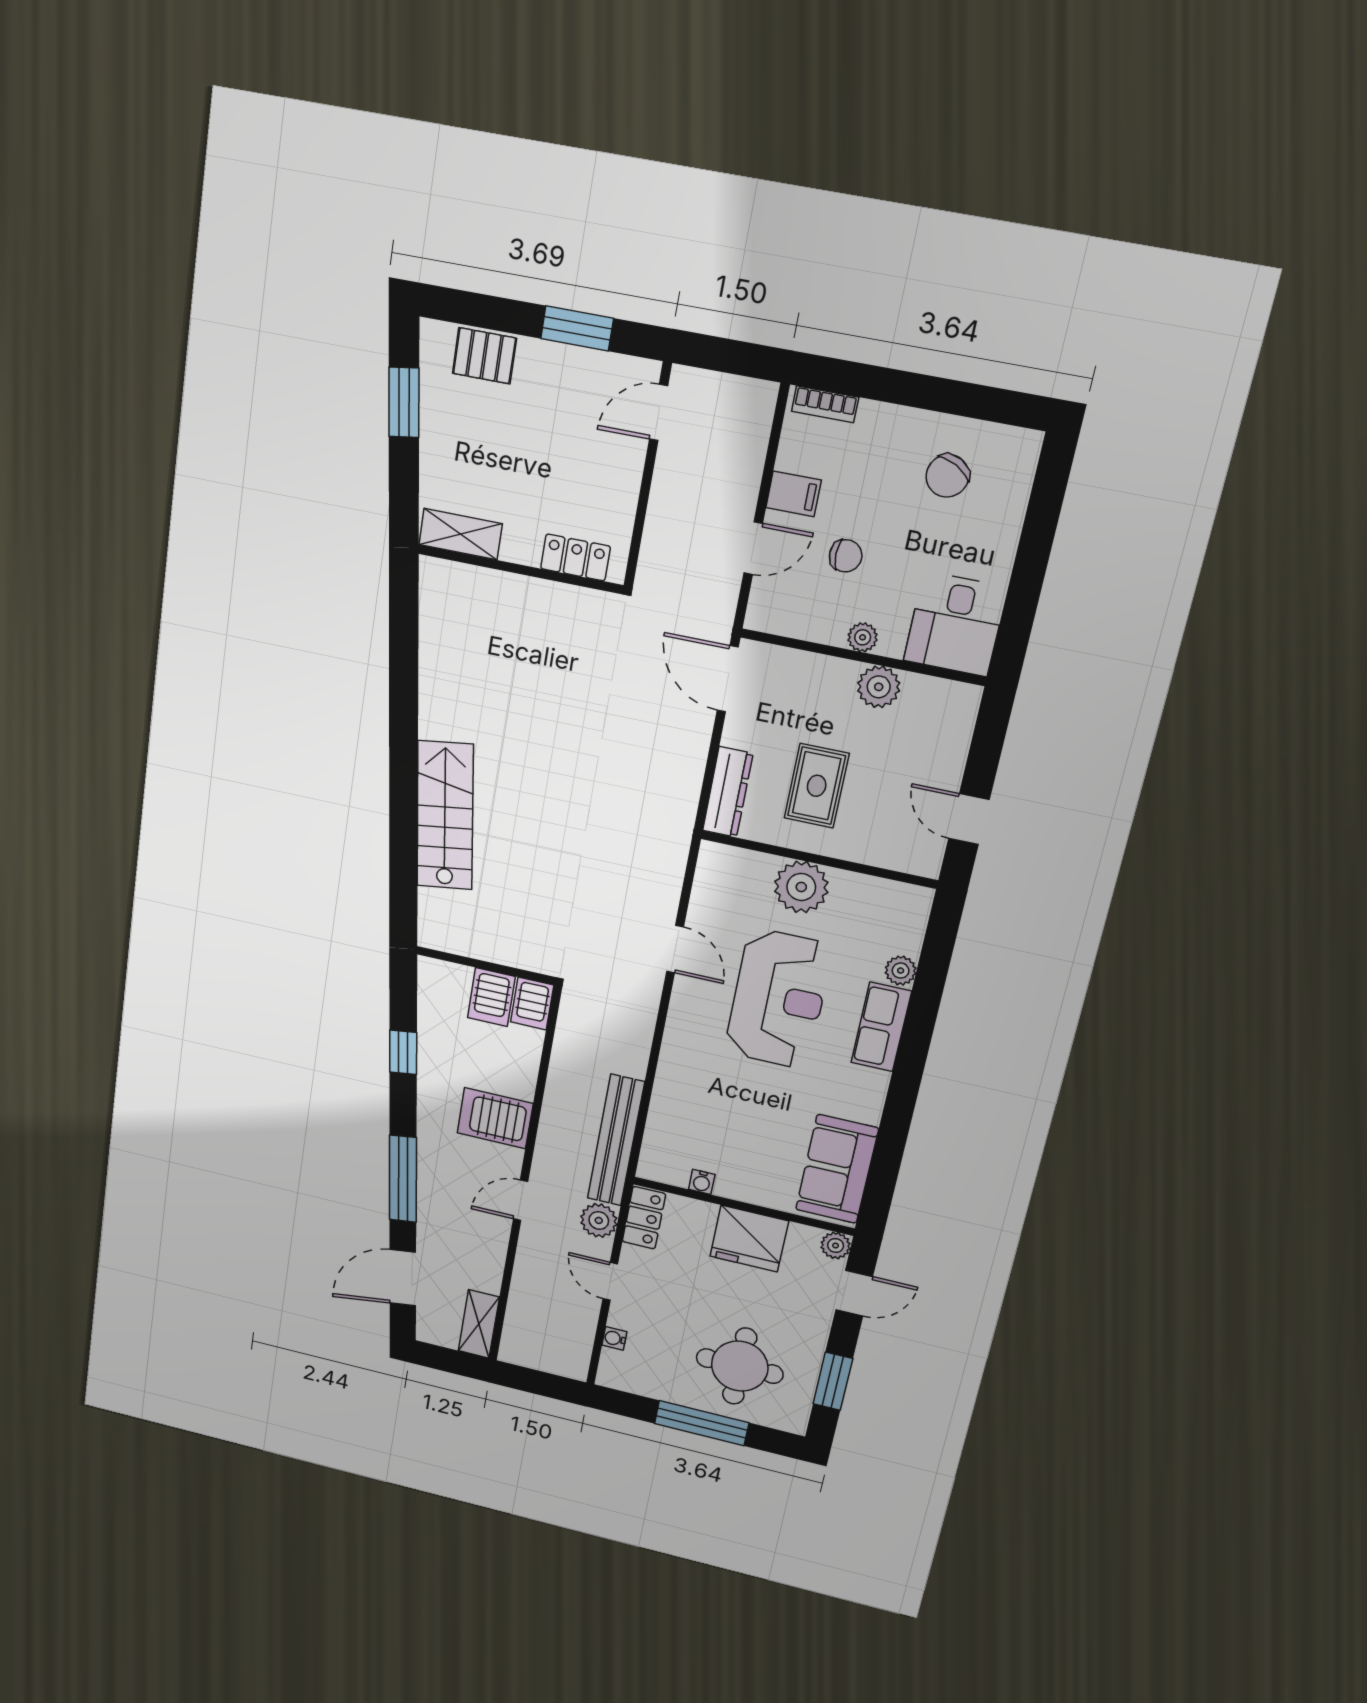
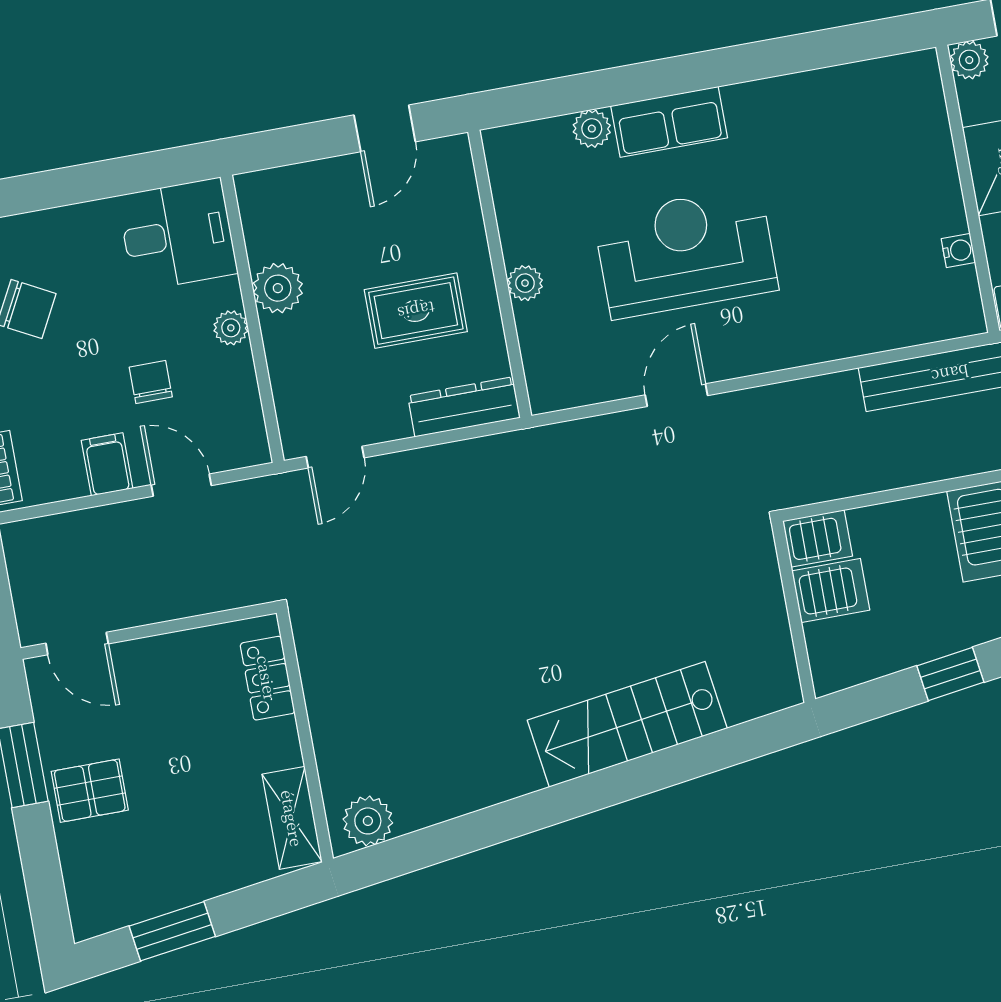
pallet: (484, 356) -> (90, 791), moved, turned 90
plant: (438, 593) -> (368, 821), added
door: (728, 679) -> (335, 457), width x0.73
plant: (801, 887) -> (525, 283), width x0.53, depth x0.53
sofa: (837, 1169) -> (869, 99), removed

